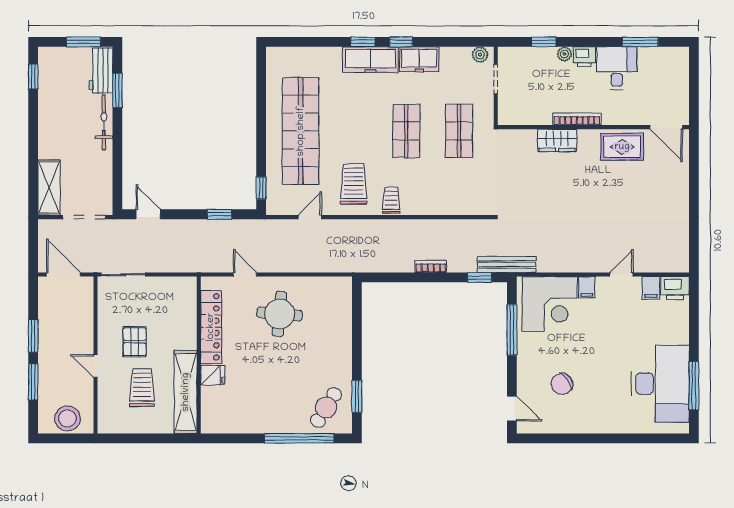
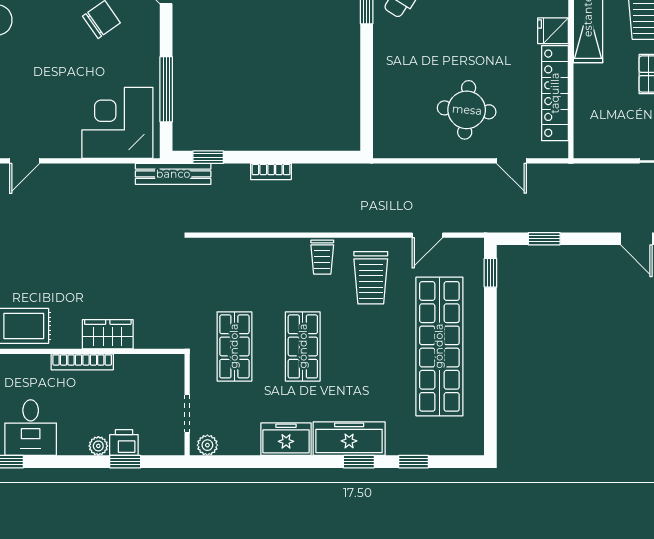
window: (401, 42) -> (414, 462), moved
printer: (584, 57) -> (124, 442), moved
filing cabinet: (587, 287) -> (69, 144), removed

